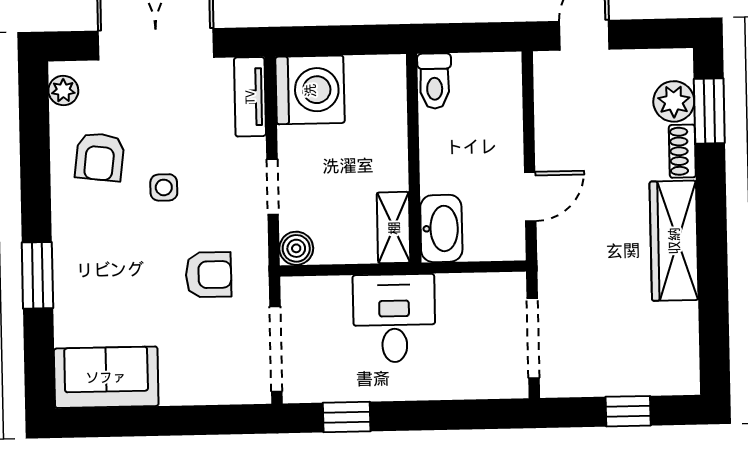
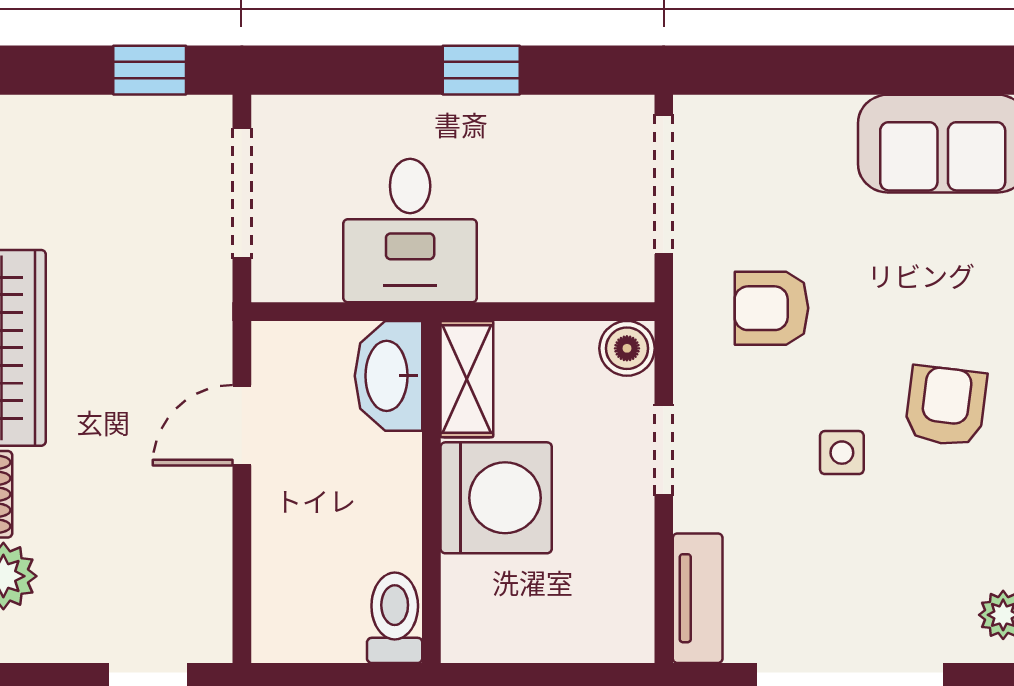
washing machine: (310, 90) -> (496, 498), moved, turned 180
armchair: (100, 157) -> (946, 406), moved
desk: (394, 318) -> (410, 231), moved
window: (628, 411) -> (150, 70), moved
window: (347, 417) -> (481, 70), moved

